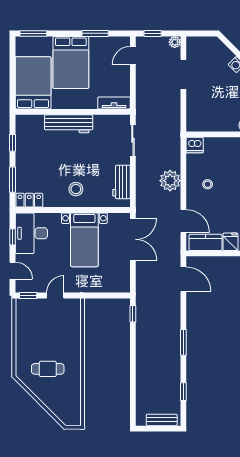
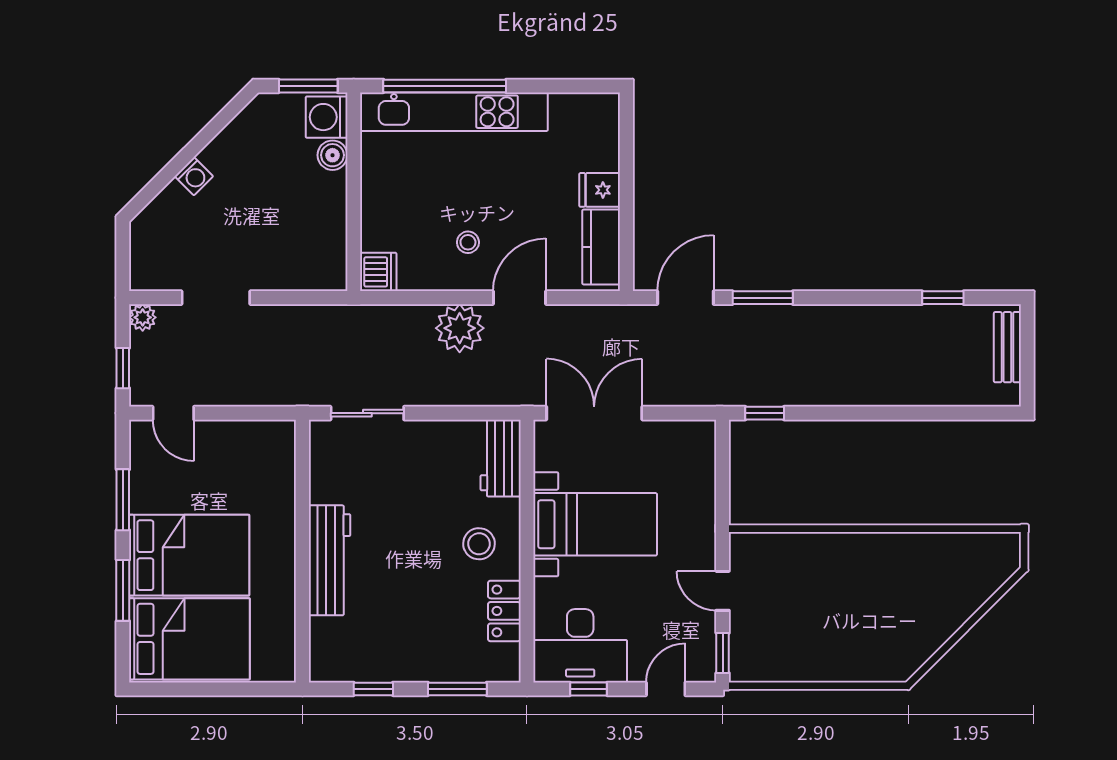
window: (33, 33) -> (123, 590), moved
bed: (33, 83) -> (189, 639), moved, turned 180
tv unit: (114, 103) -> (282, 457), removed
workbench: (121, 182) -> (501, 458), moved, turned 90
locker: (29, 200) -> (504, 611), moved
door: (183, 221) -> (520, 298), moved
window: (183, 342) -> (763, 298), moved
cafe table: (48, 369) -> (891, 608), removed

